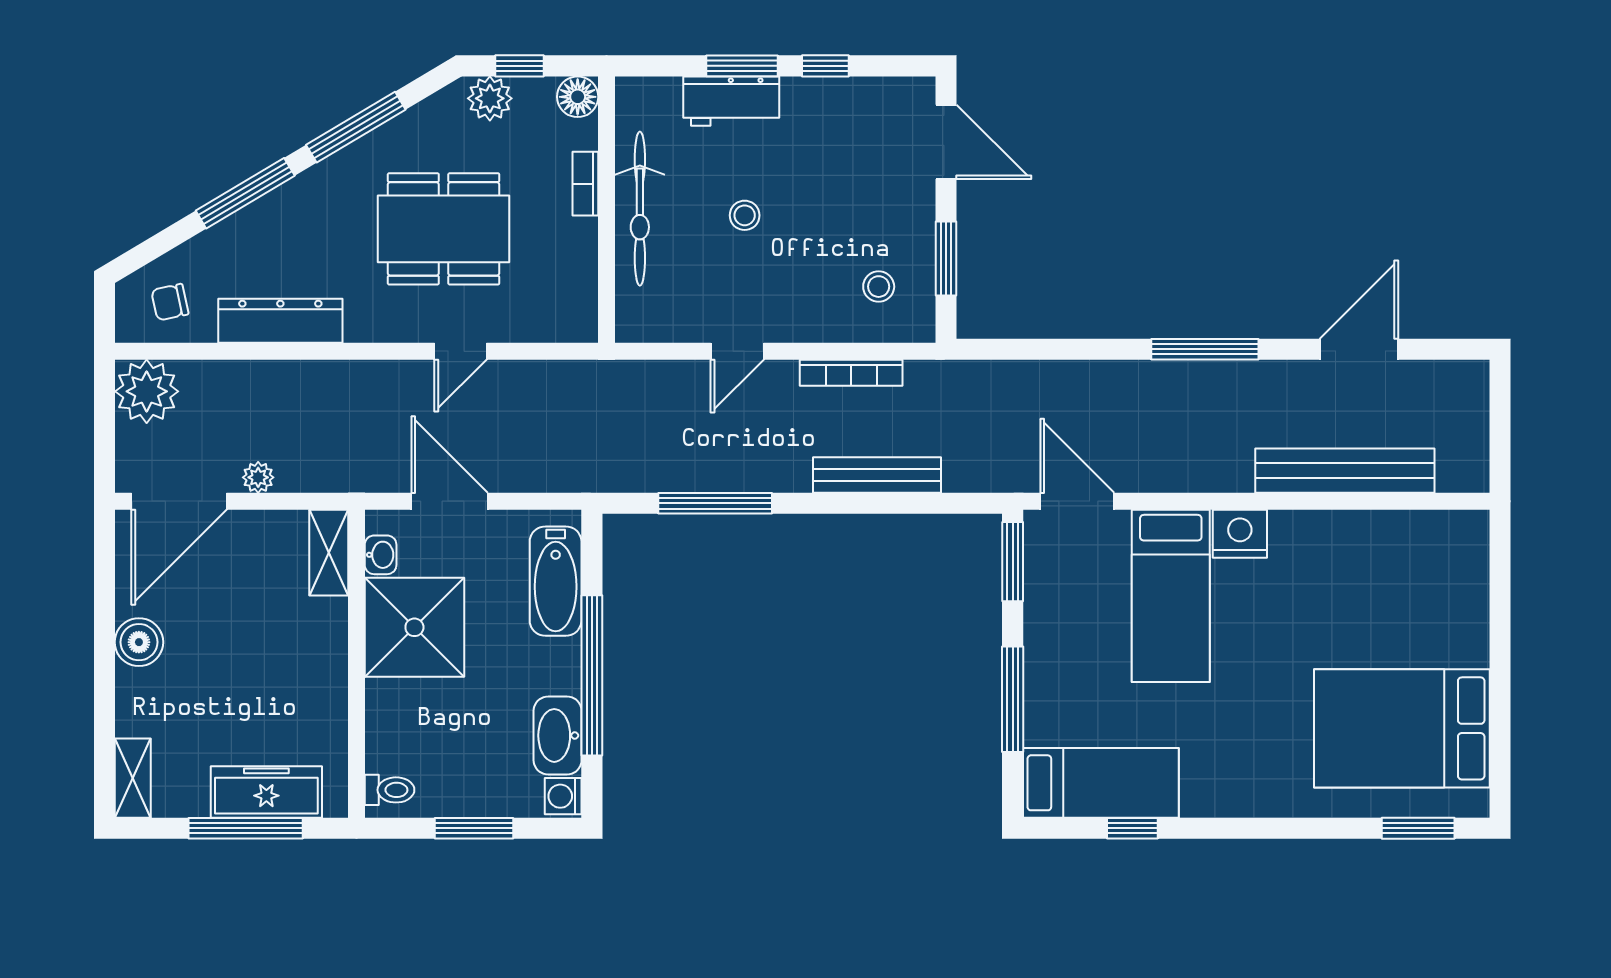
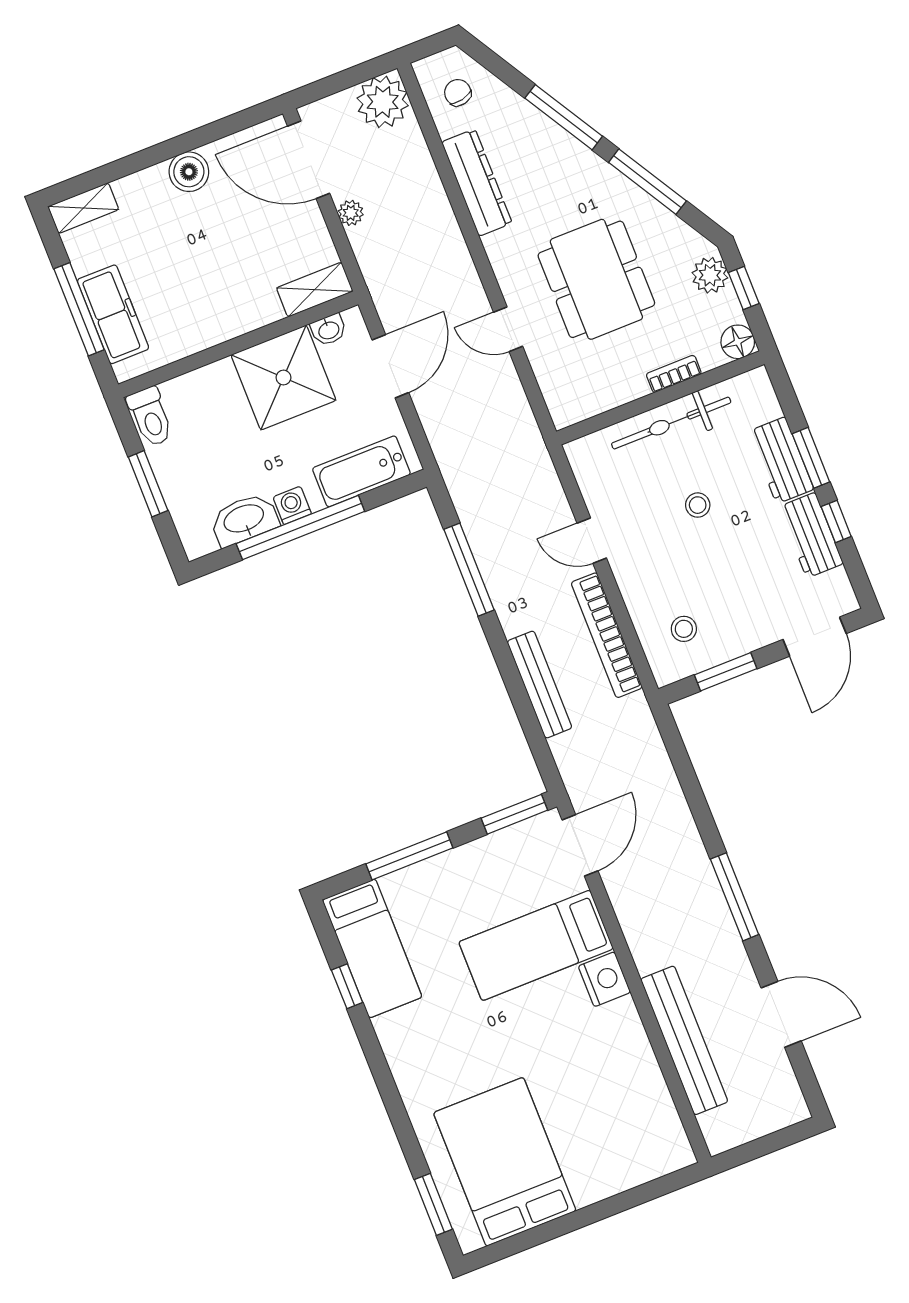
workbench: (830, 101) -> (811, 535), added
bookcase: (851, 373) -> (607, 635), width x1.48, depth x1.31
toilet: (390, 790) -> (150, 417), width x1.37, depth x1.39
washing machine: (563, 796) -> (292, 505), moved

